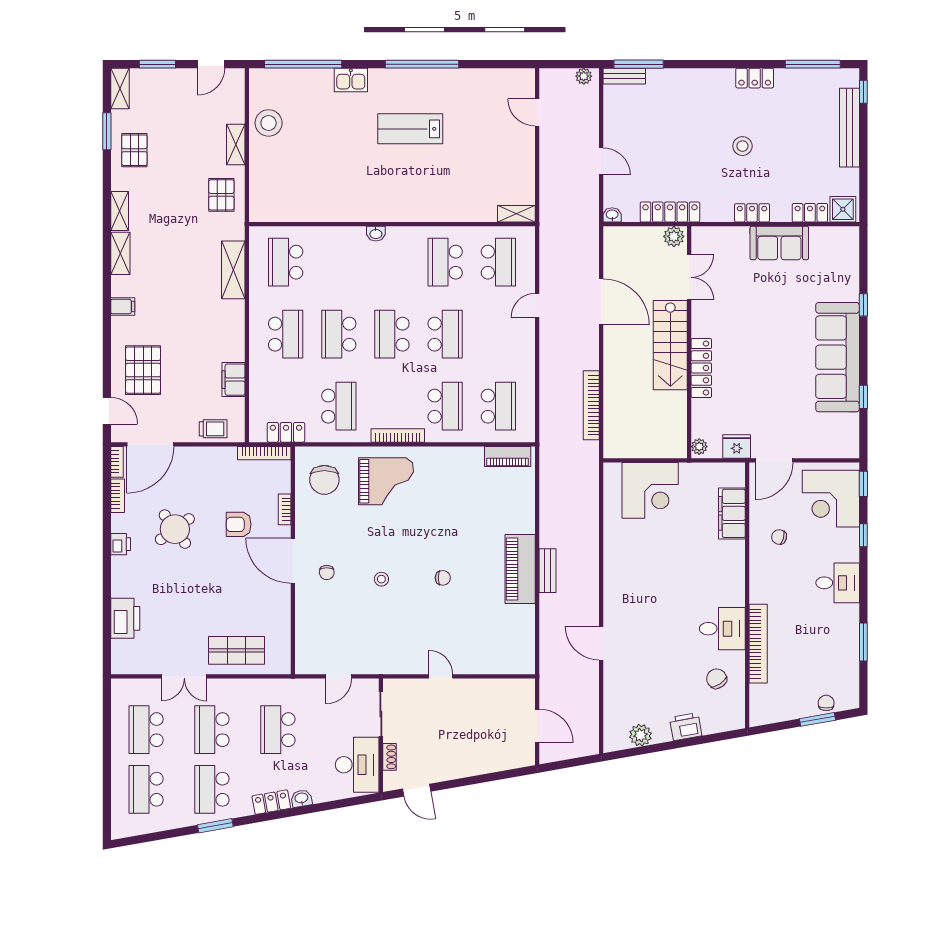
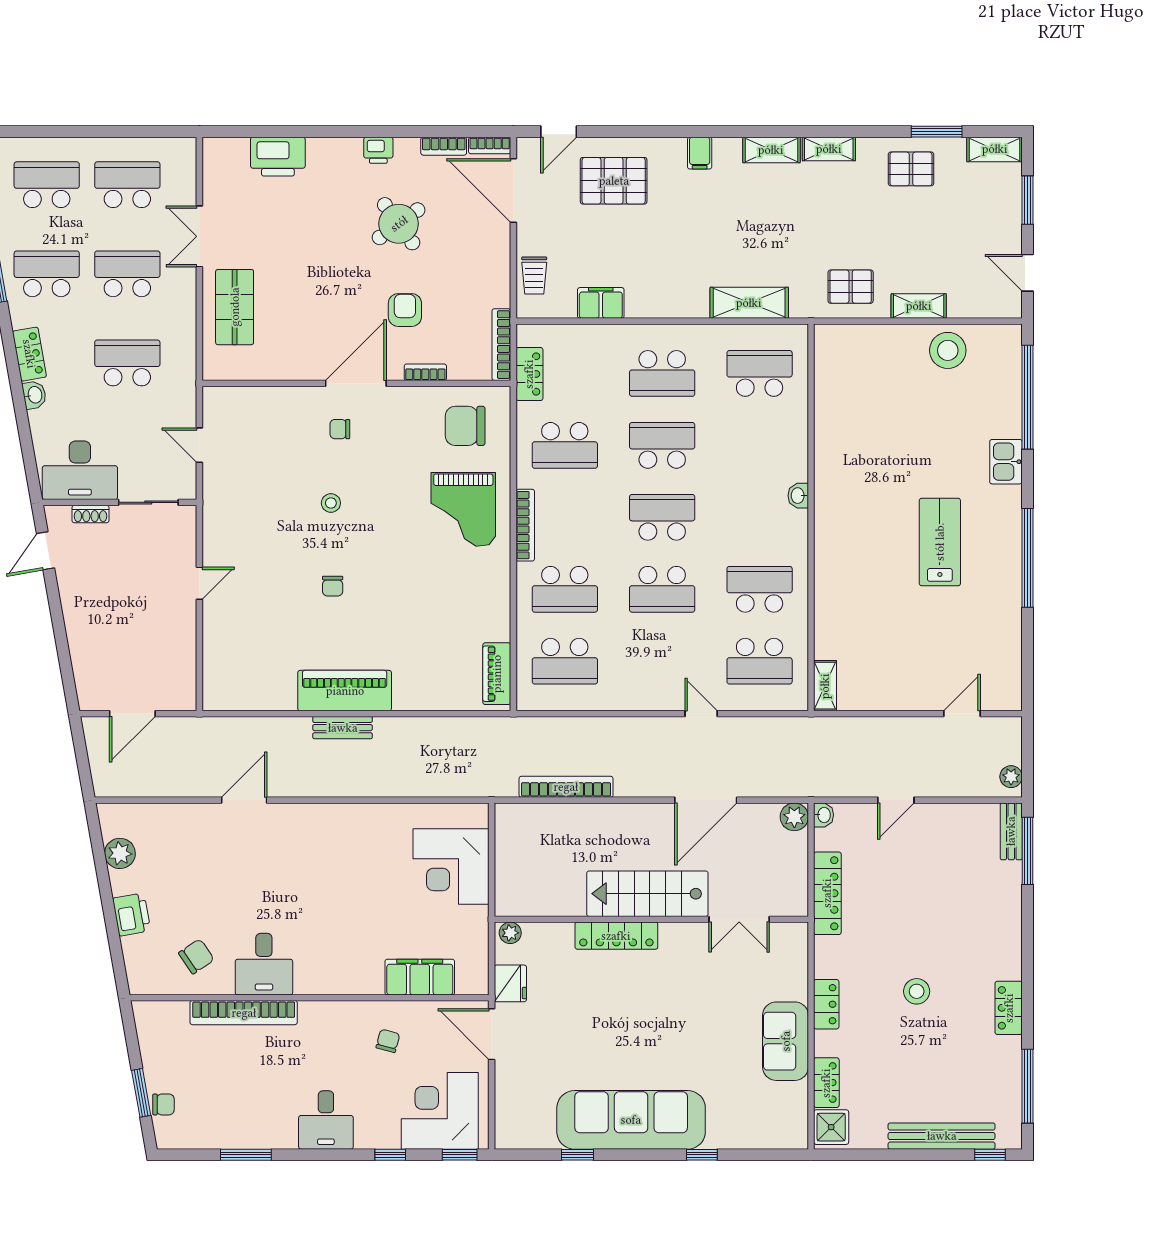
plant: (674, 236) -> (794, 817), moved

